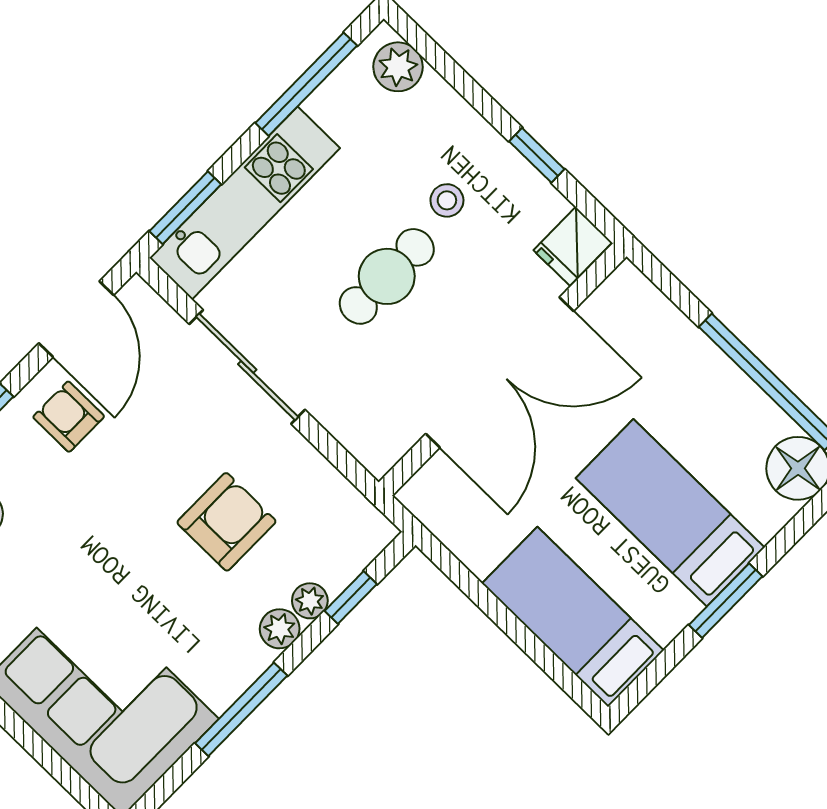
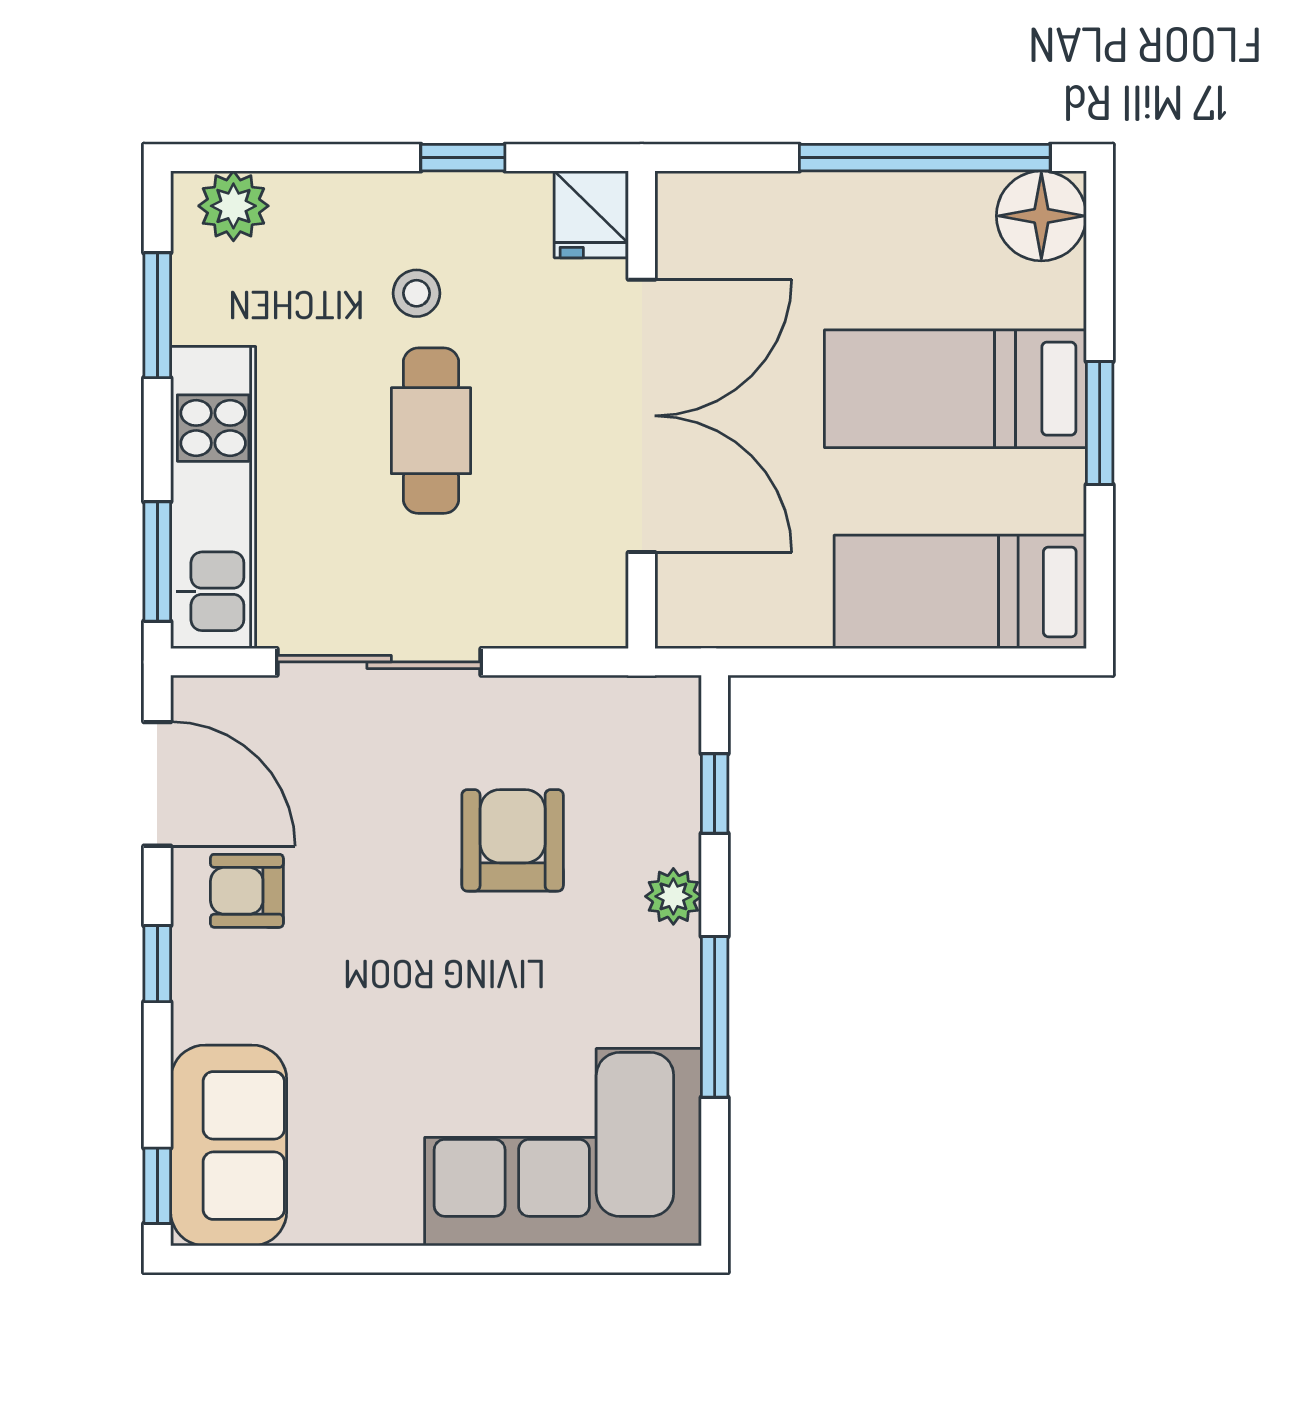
window: (306, 84) -> (157, 315), width x0.69
plant: (310, 601) -> (676, 838), removed

